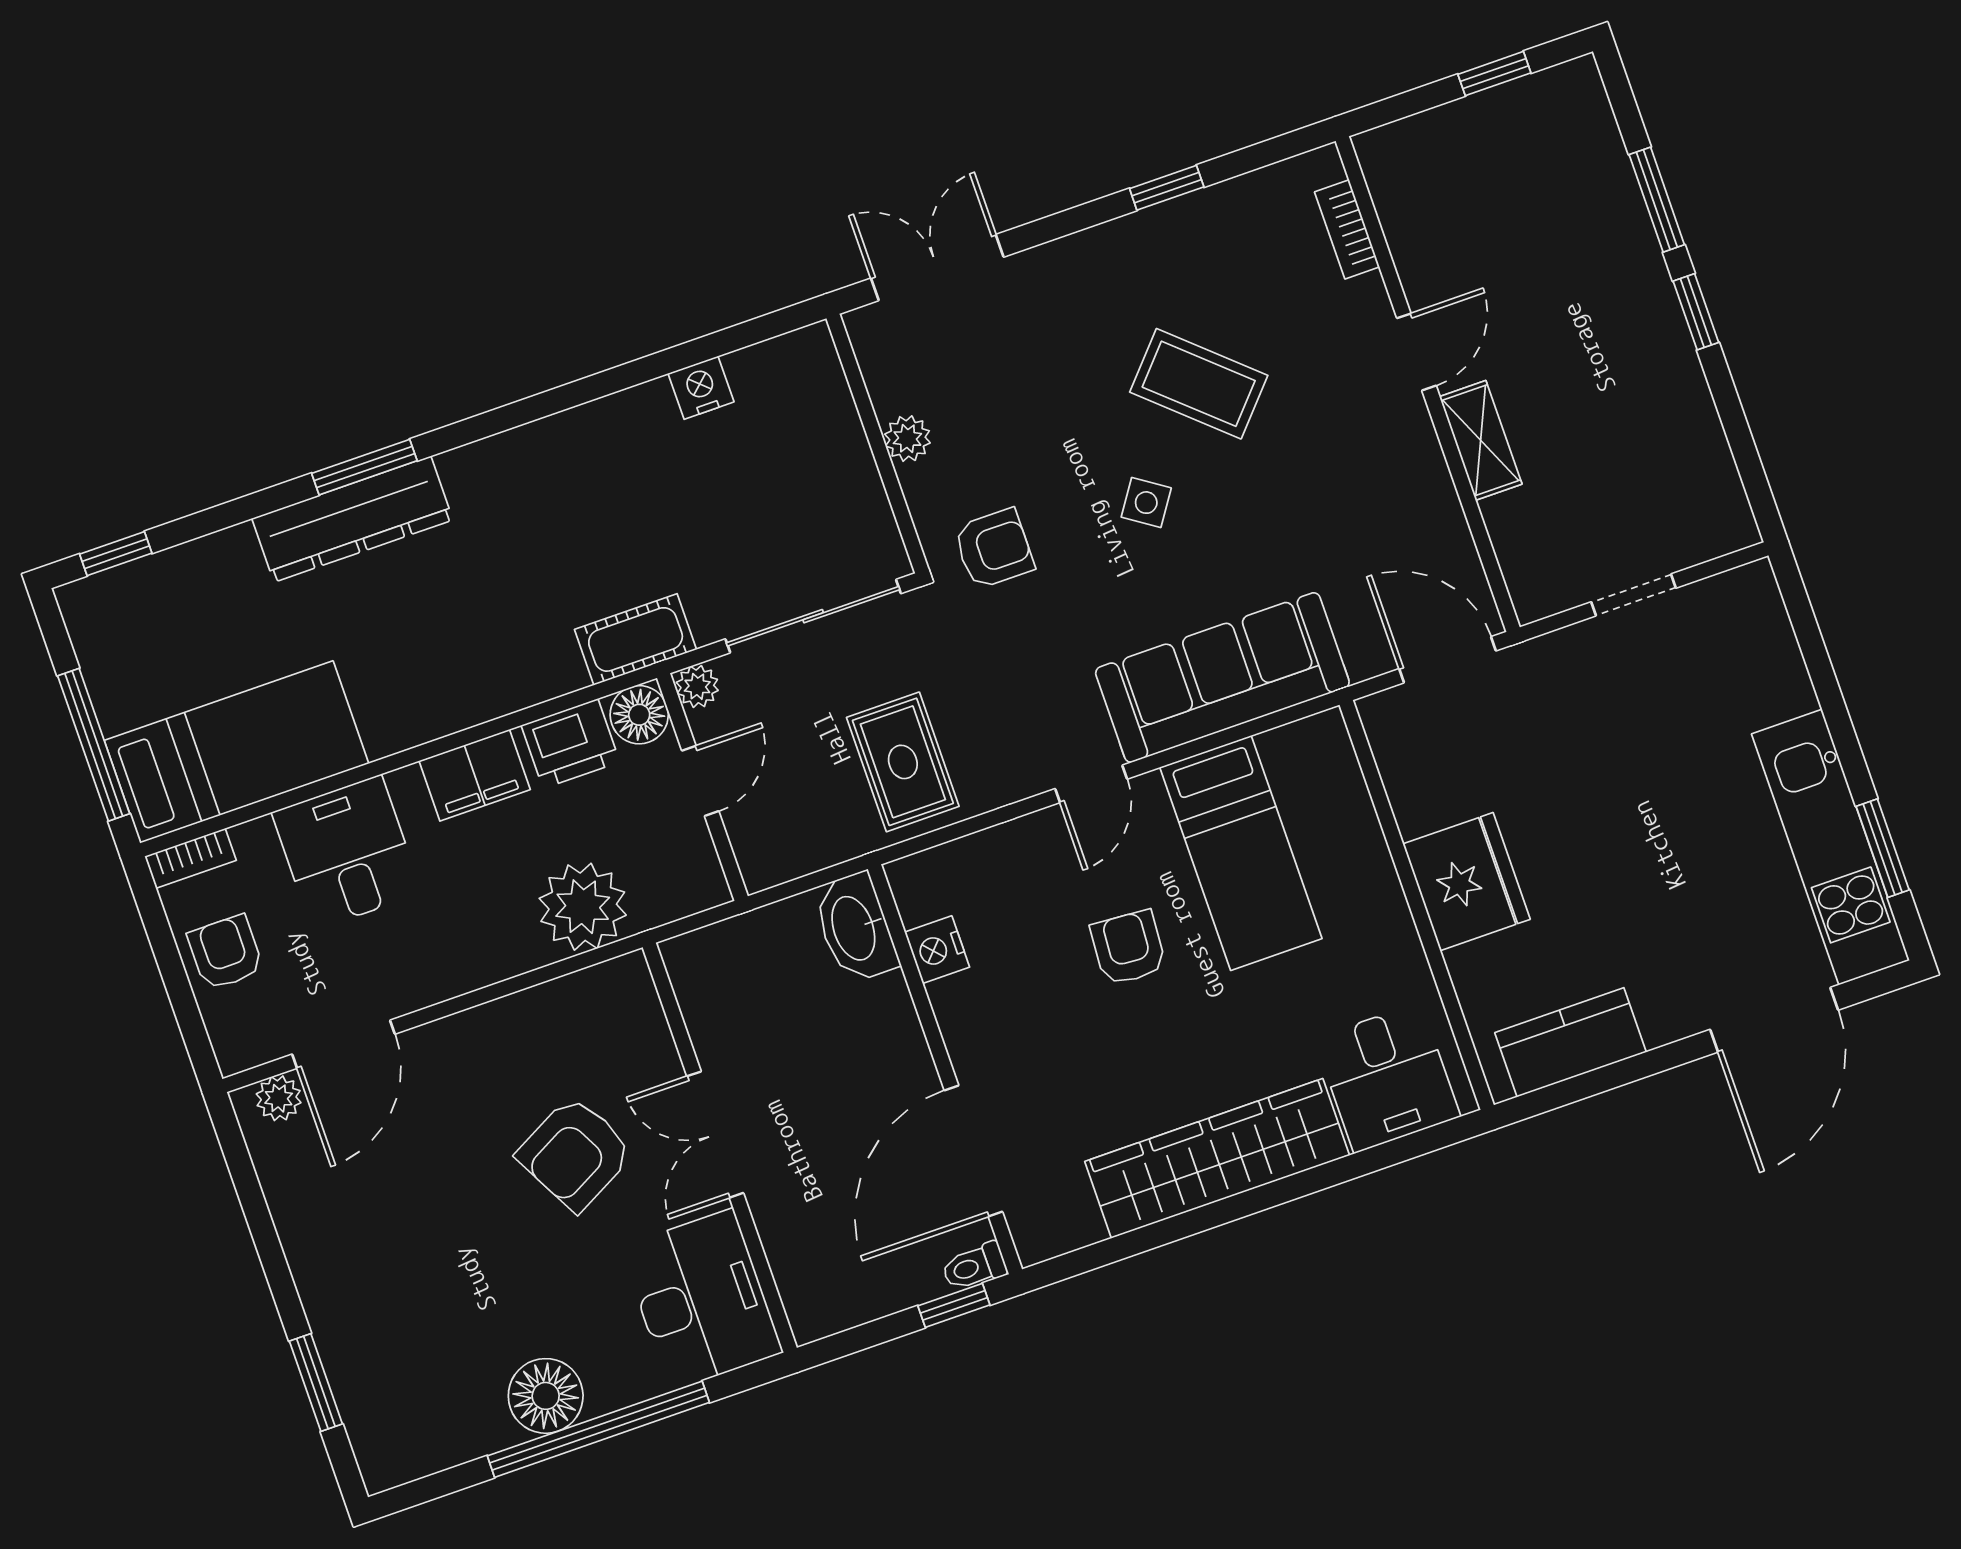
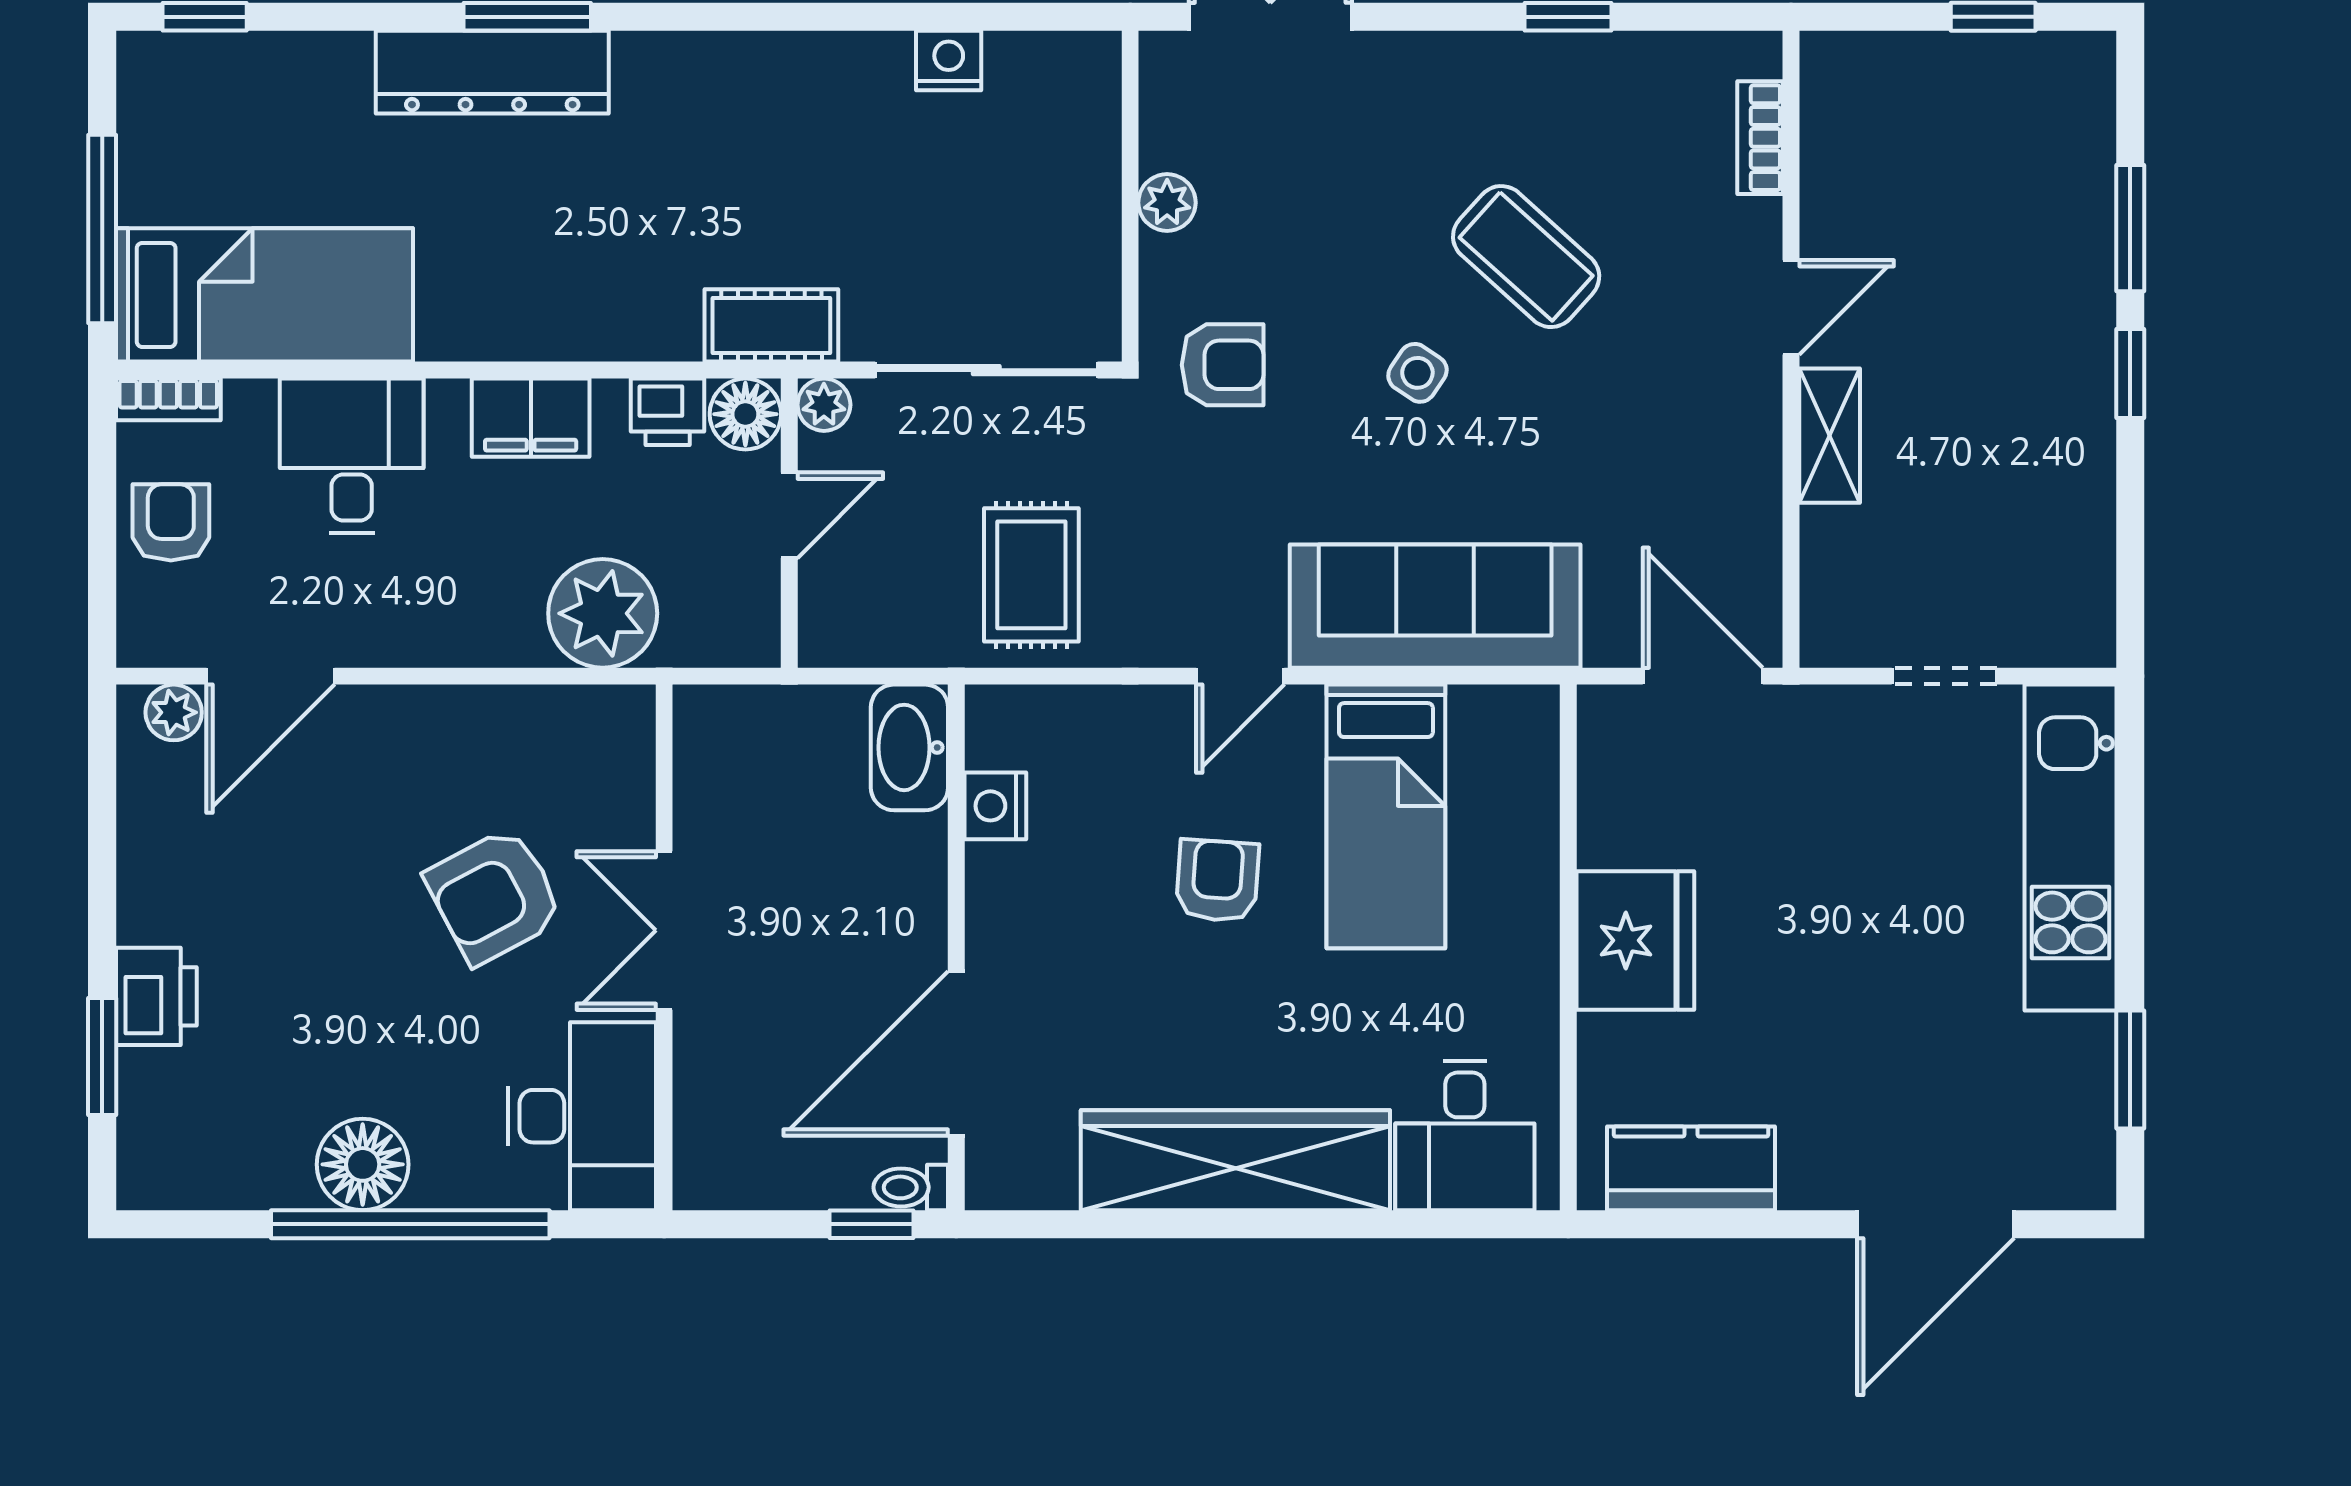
printer: (570, 744) -> (668, 412), width x0.73, depth x0.81
kitchen unit: (1831, 847) -> (2070, 847), moved
printer: (342, 1322) -> (156, 996), added

